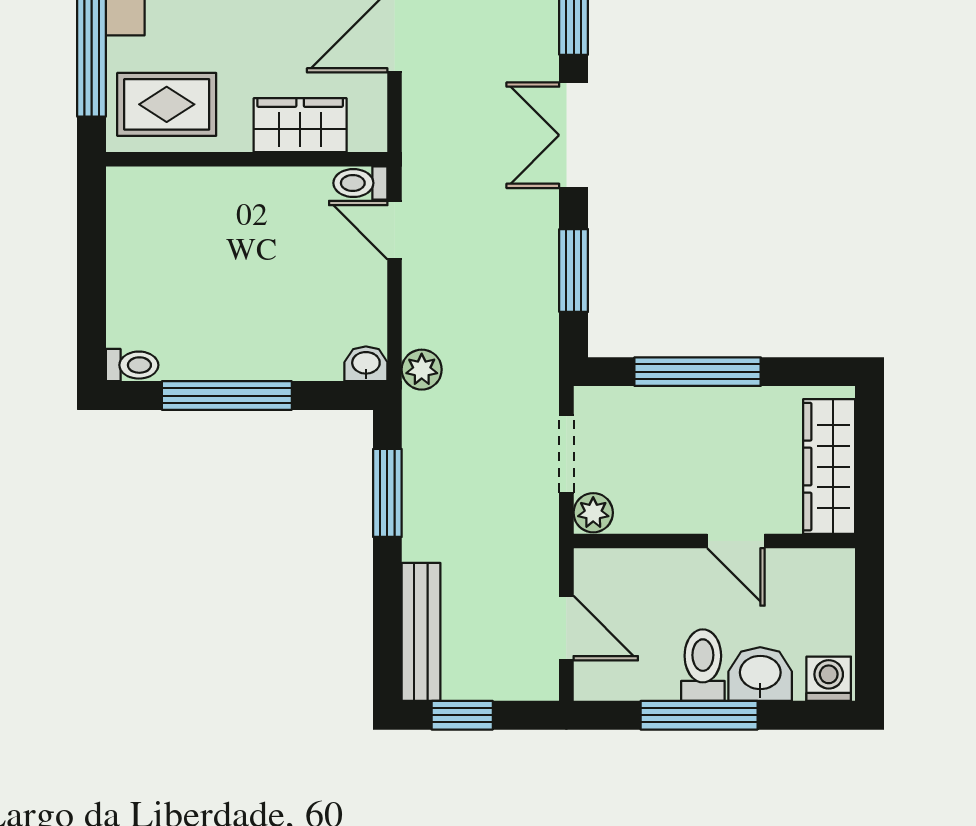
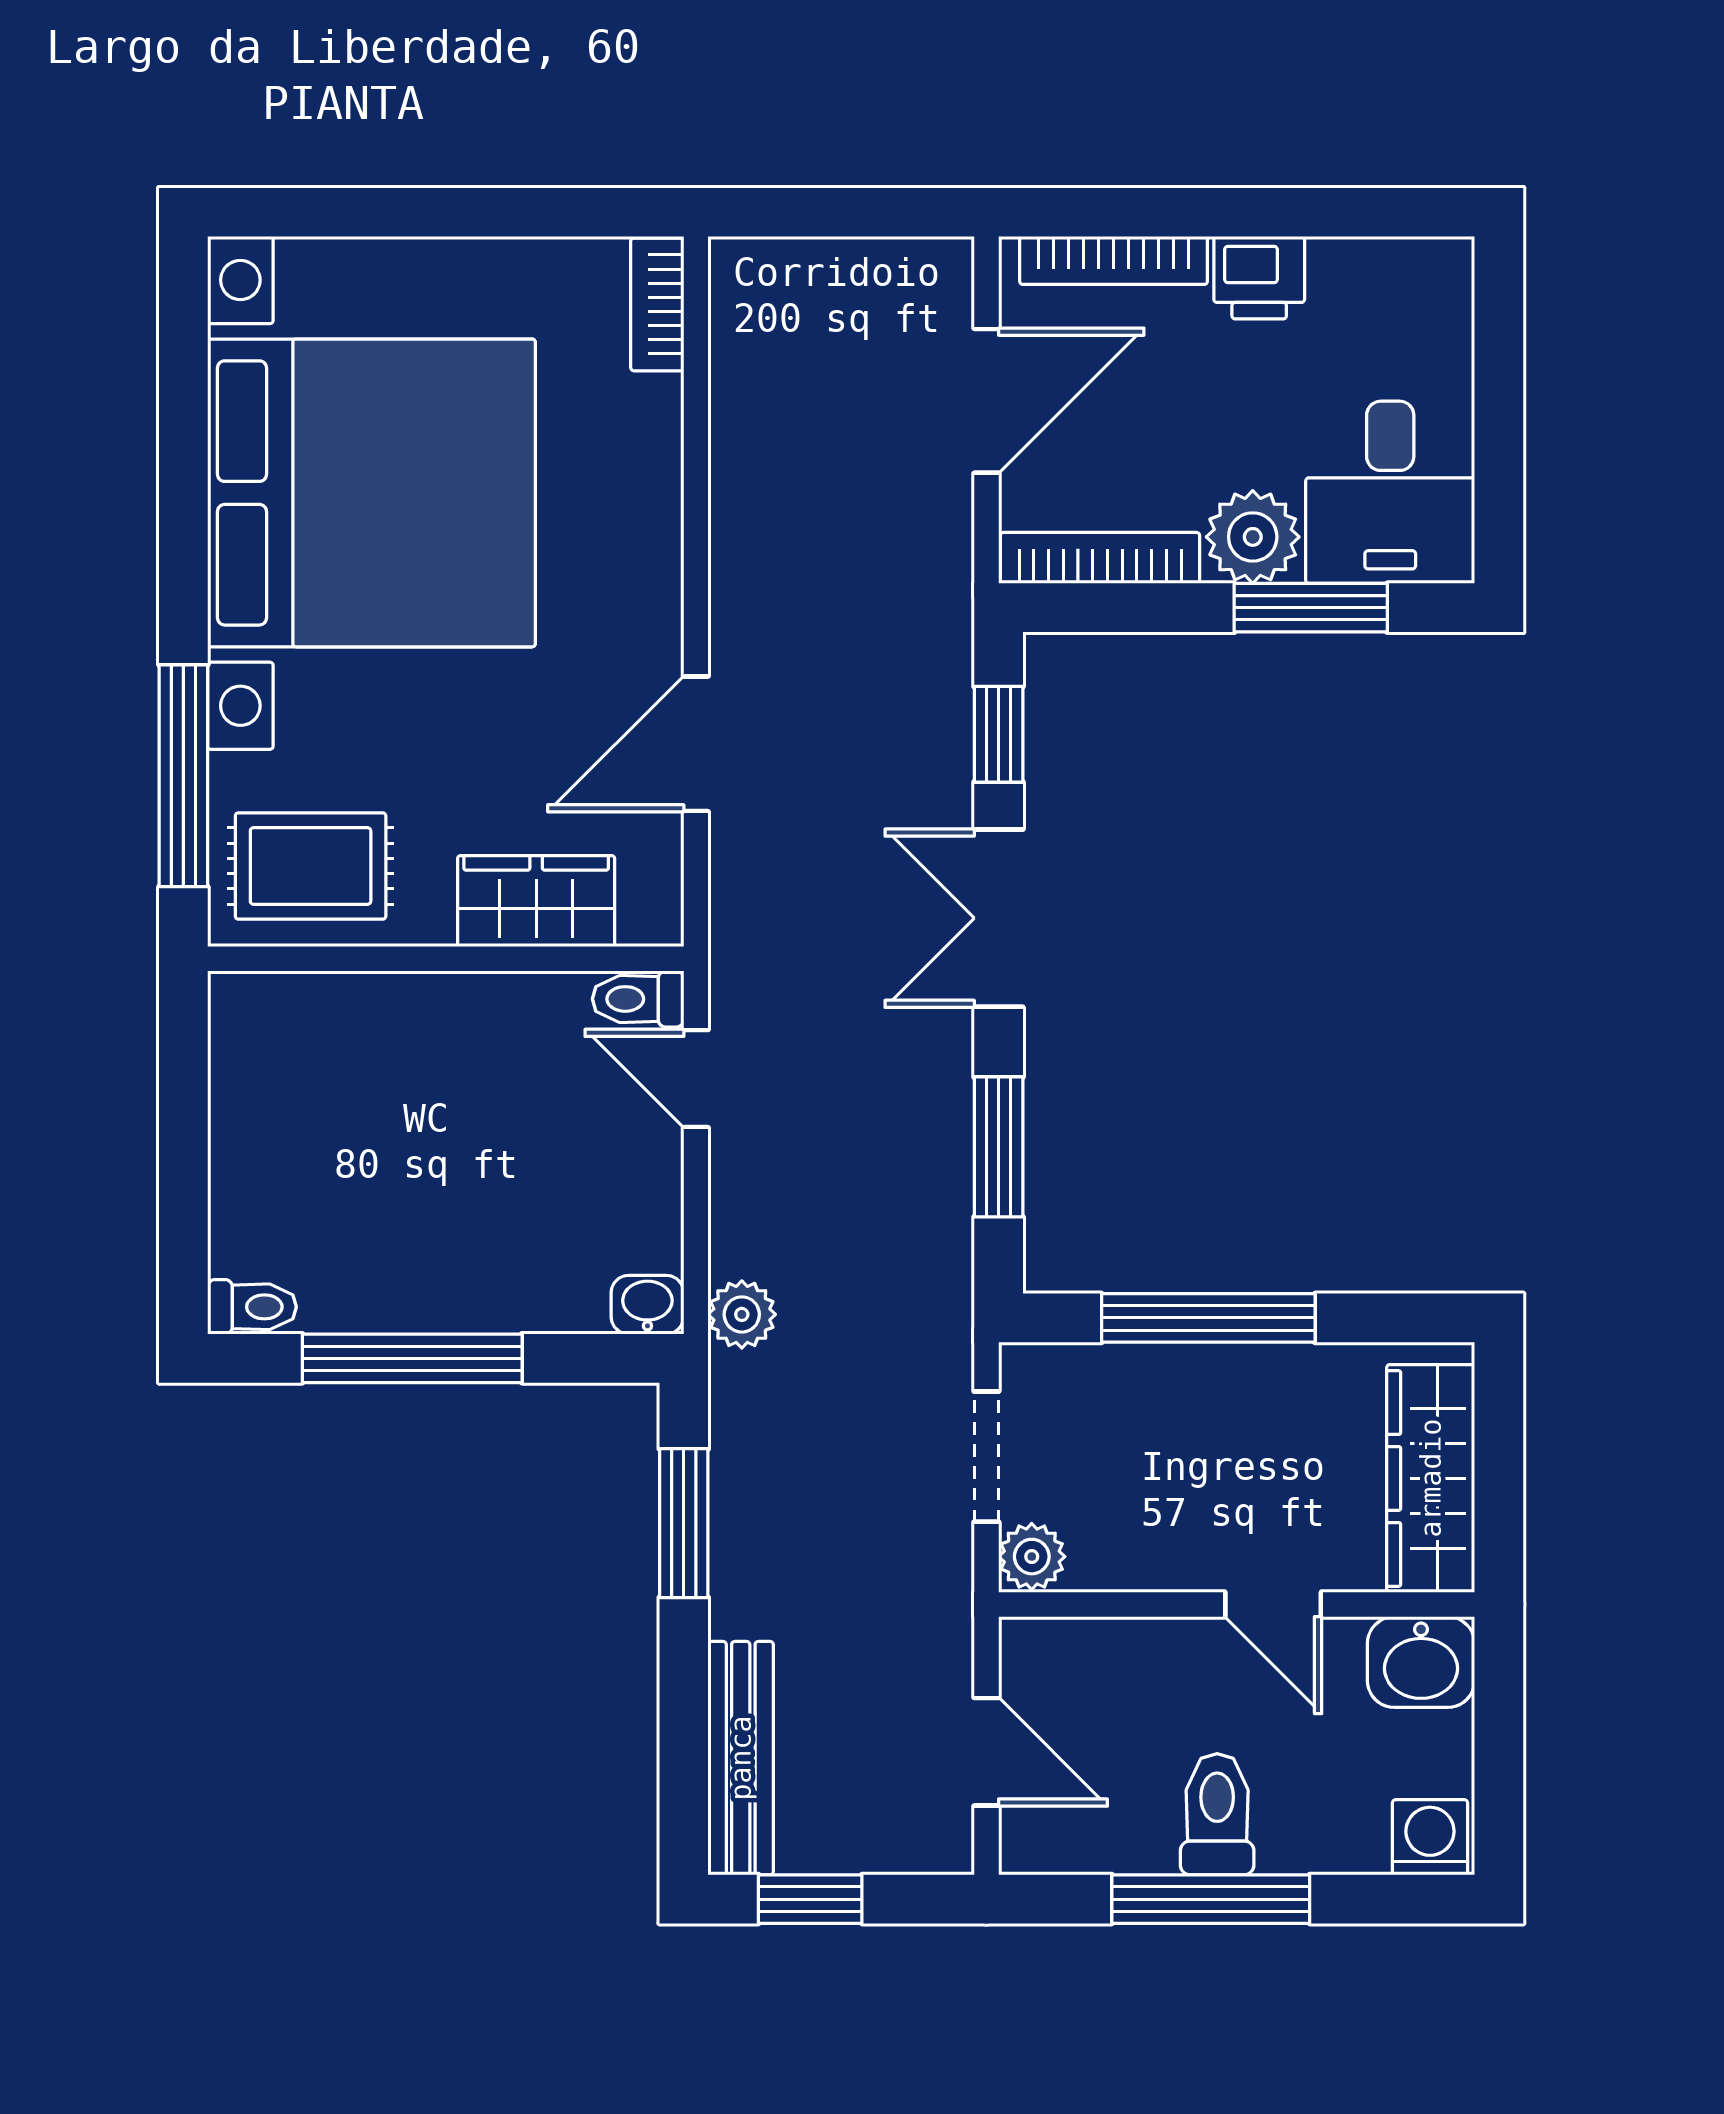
washbasin: (760, 674) -> (1421, 1662), moved, turned 180

